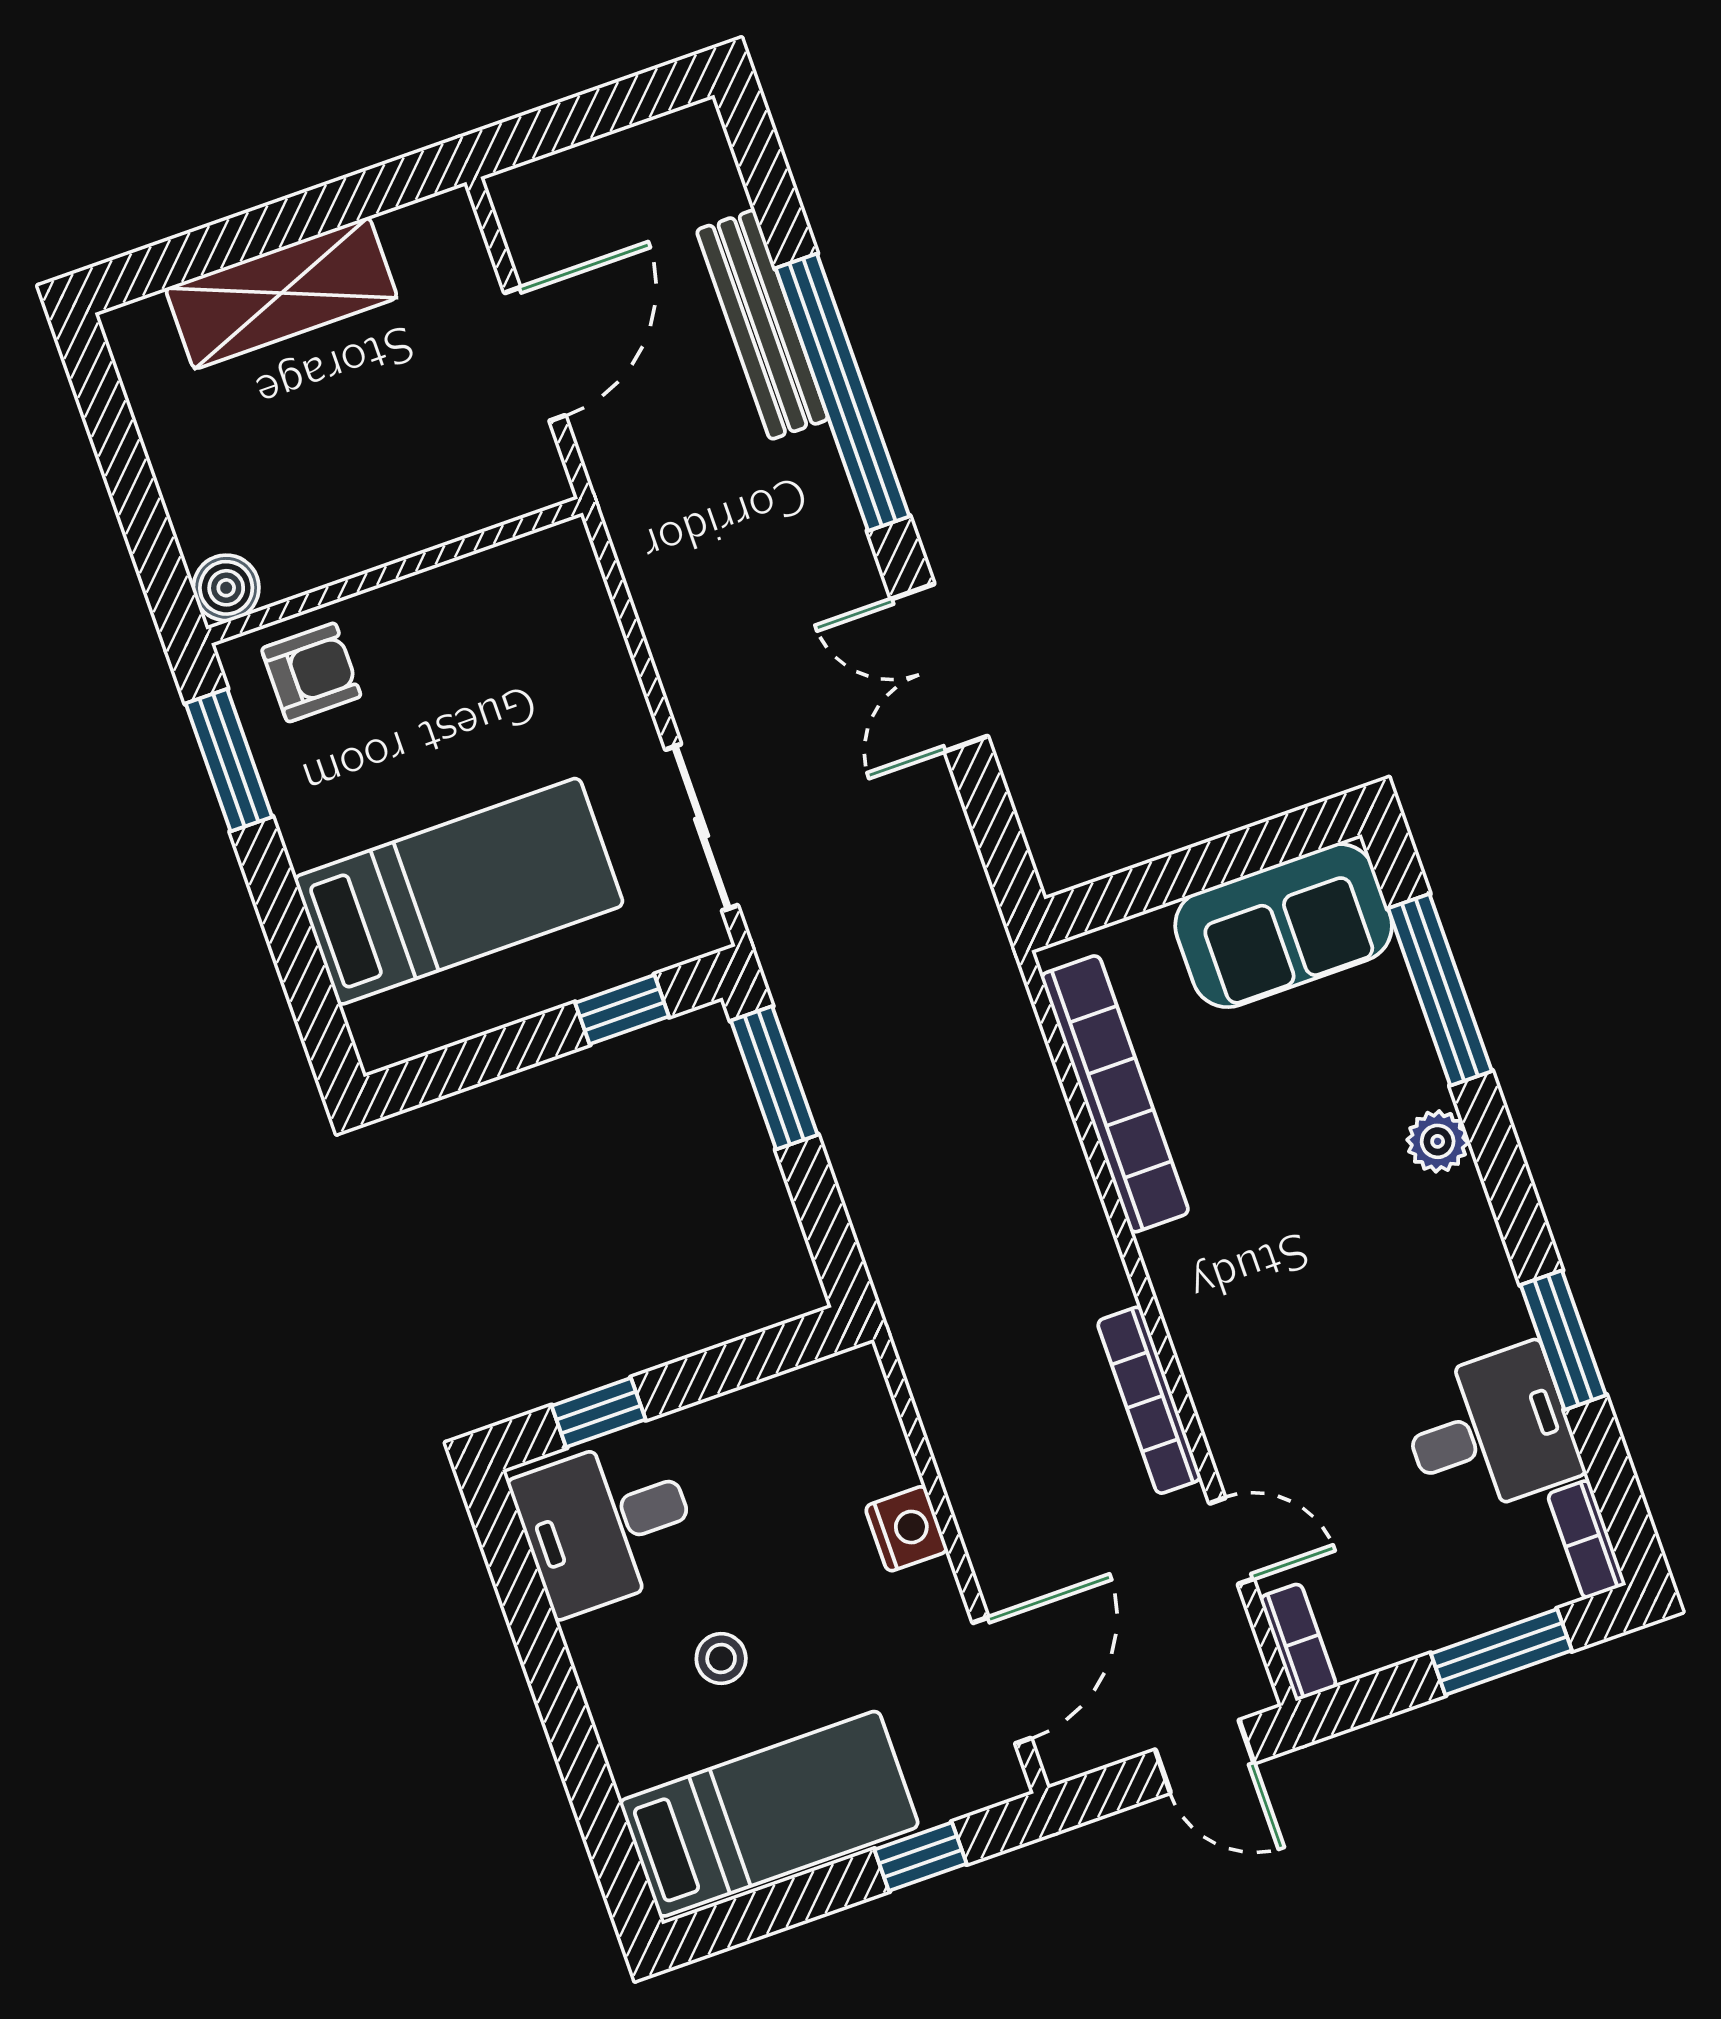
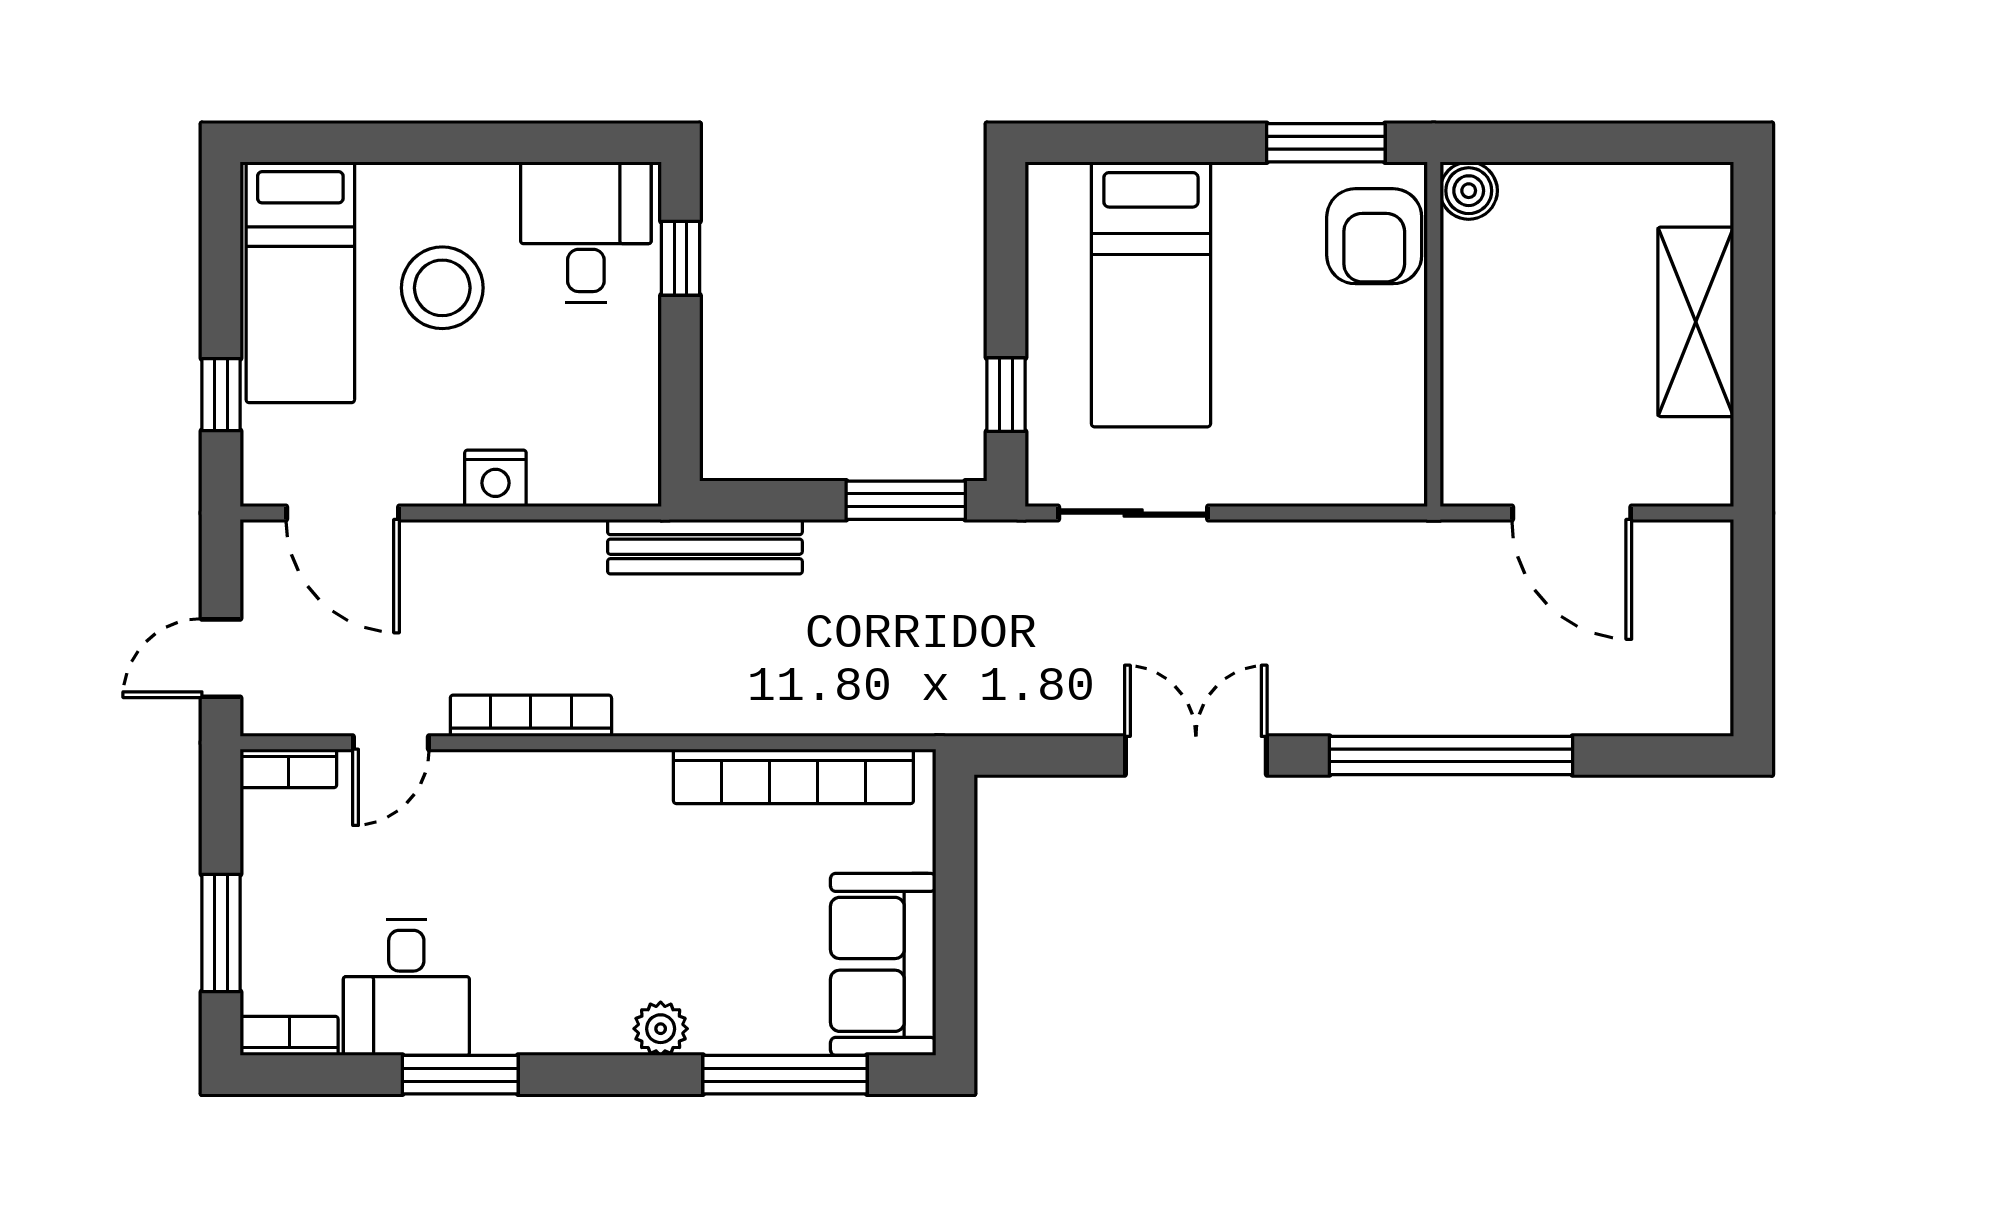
bench: (762, 325) -> (705, 547), moved
armchair: (311, 672) -> (1374, 236), width x1.38, depth x1.38
stool: (721, 1658) -> (442, 288), width x1.89, depth x1.89

